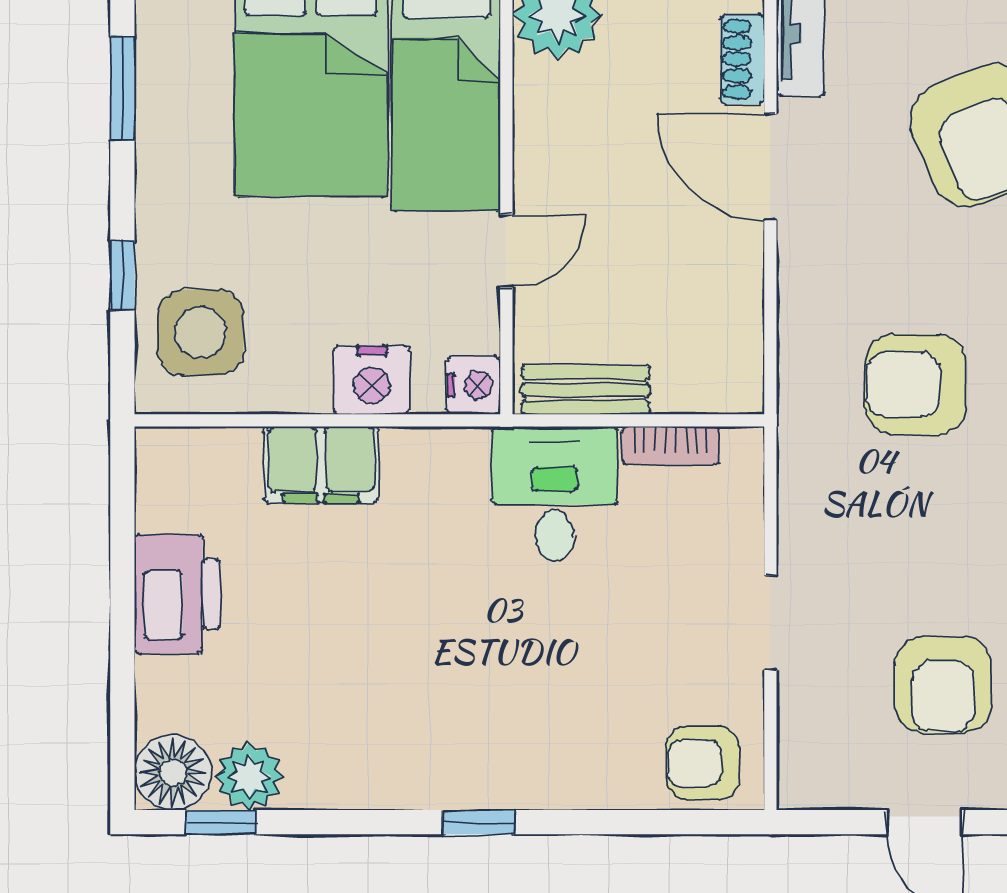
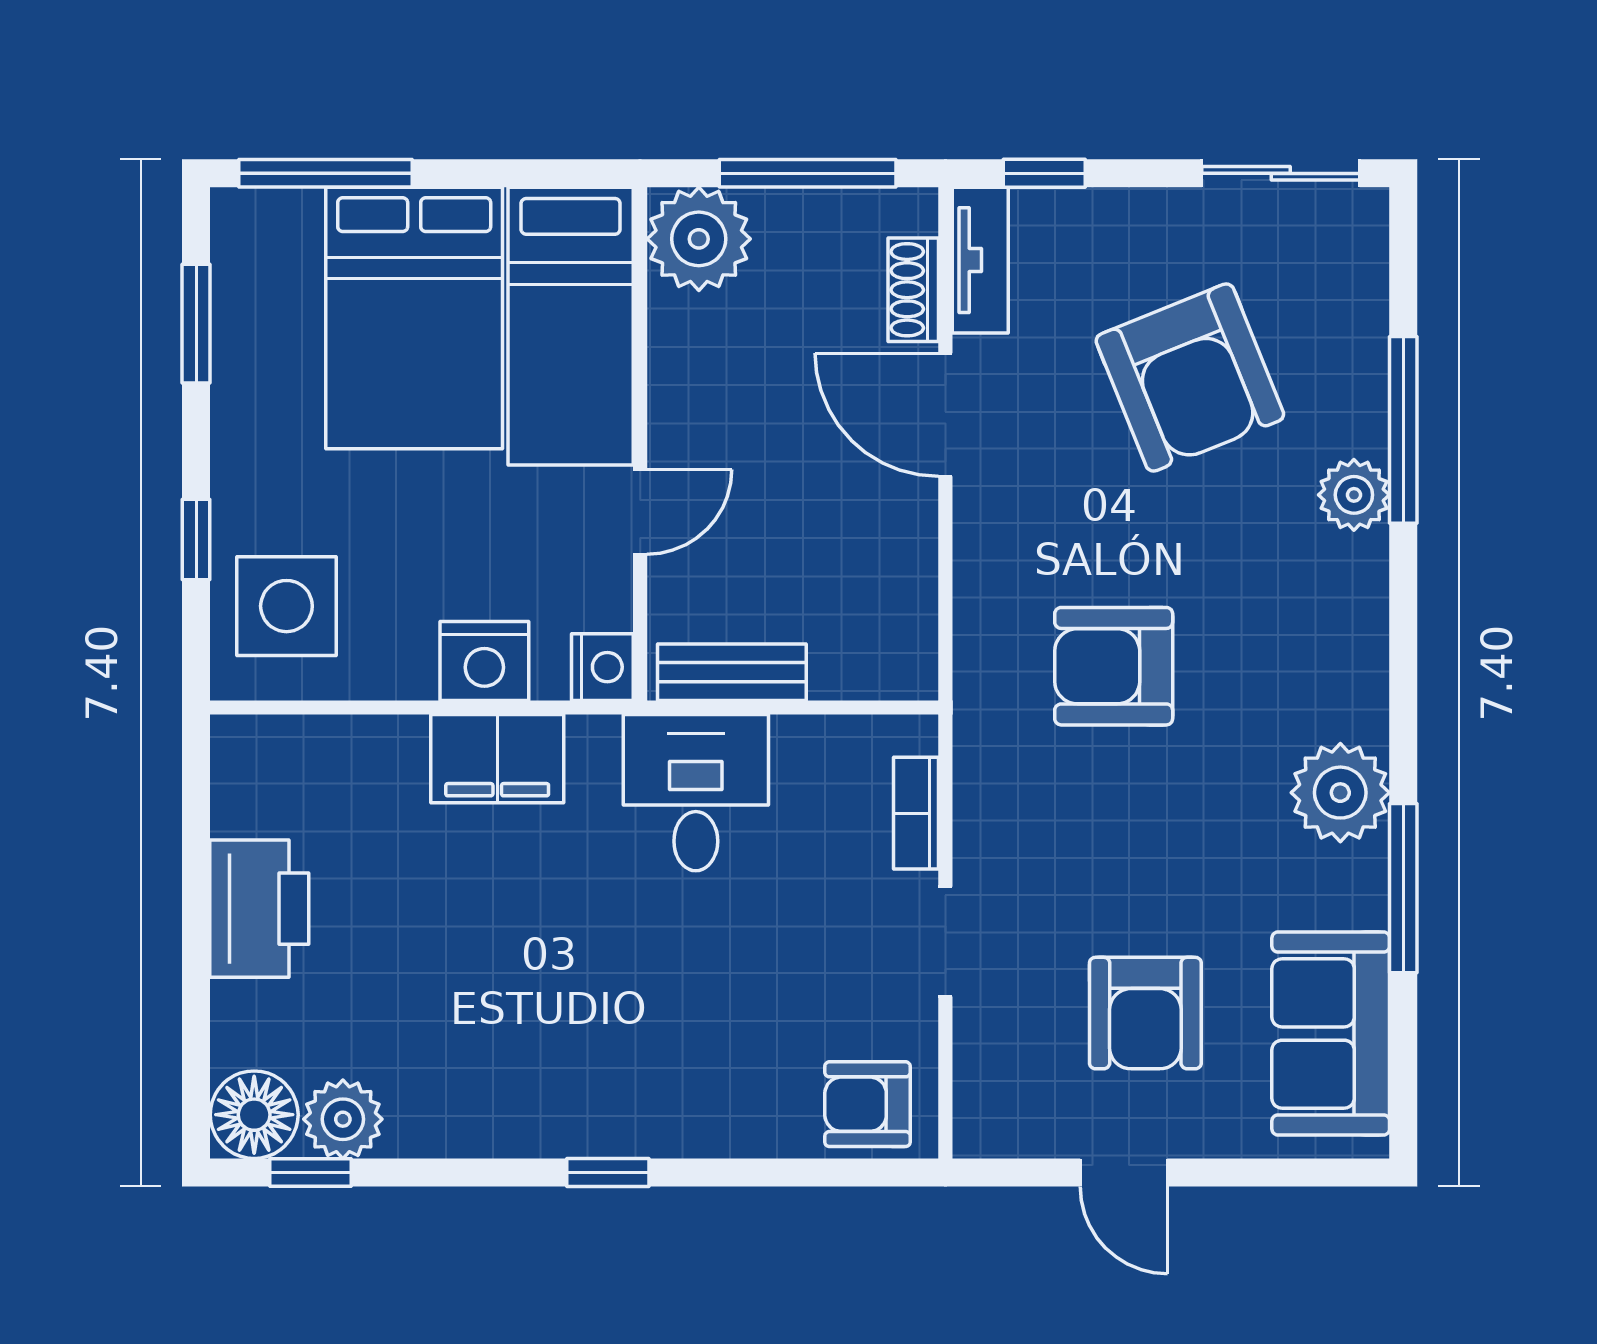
bookcase: (670, 446) -> (916, 813), moved, turned 90
filing cabinet: (321, 465) -> (497, 759), moved

